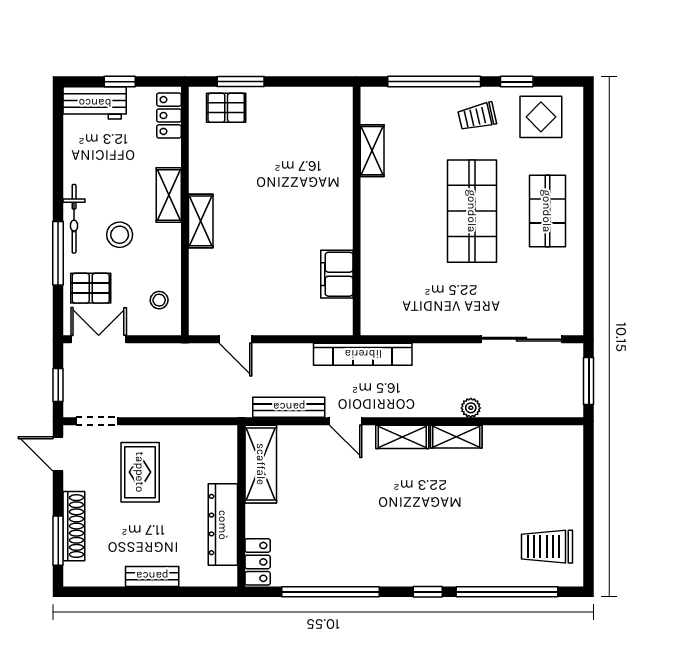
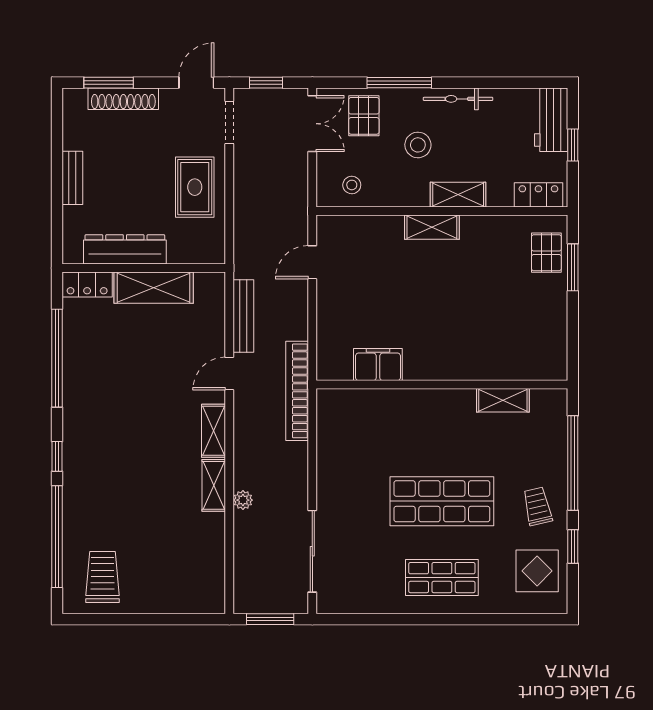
bicycle: (74, 219) -> (458, 99), moved
shelving: (261, 464) -> (154, 288), moved
rug: (140, 472) -> (195, 187), moved, turned 90

